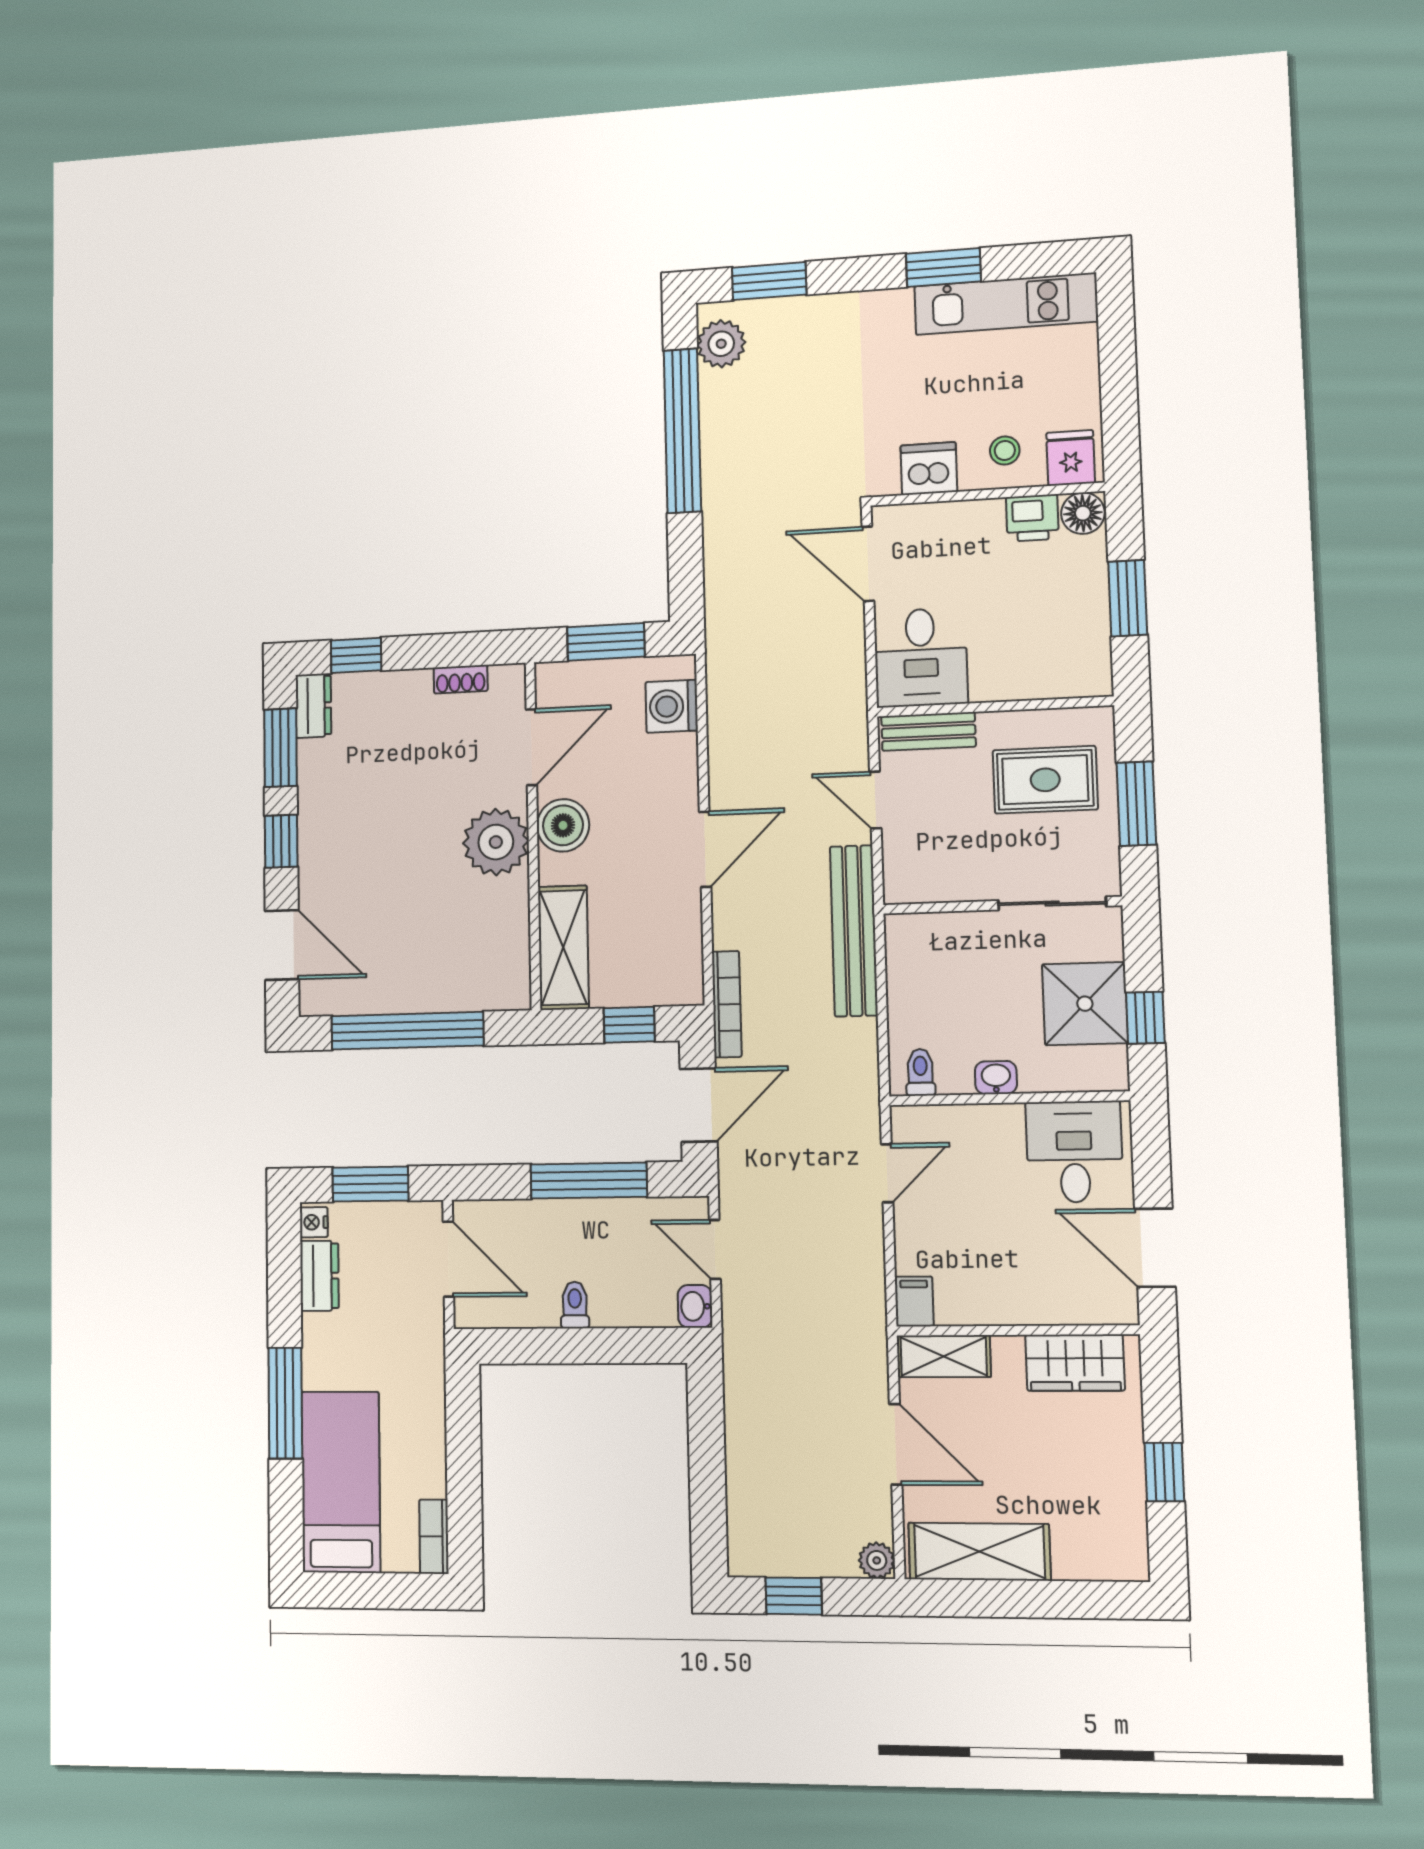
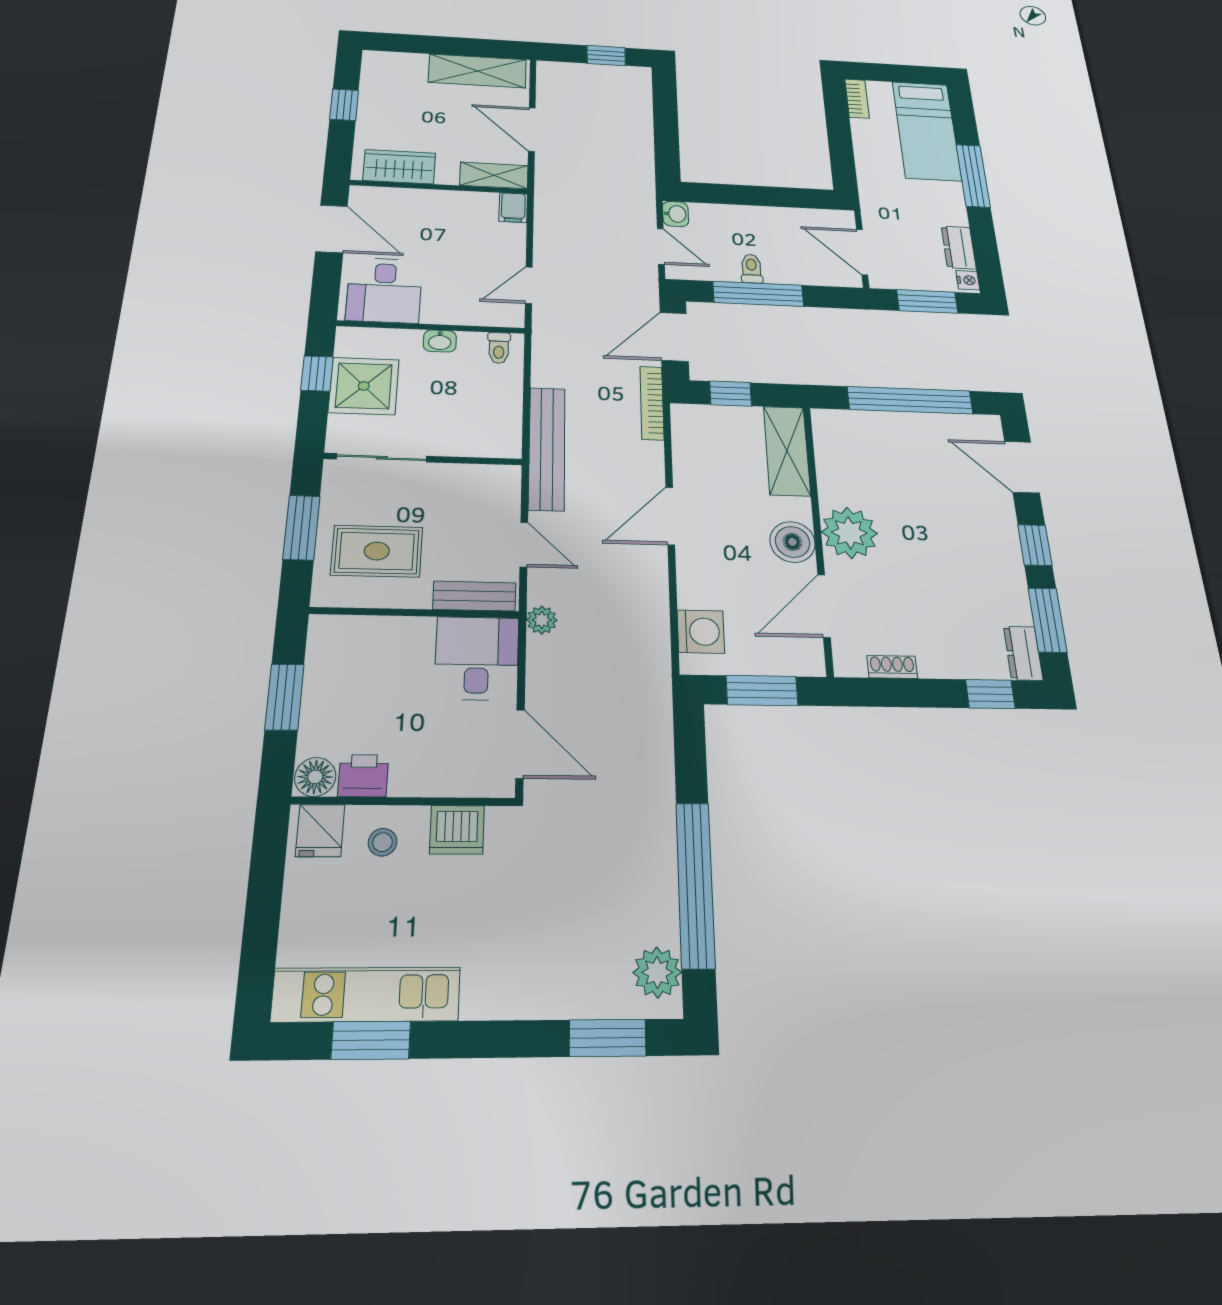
window: (943, 267) -> (371, 1040), moved
toilet: (575, 1305) -> (752, 269), moved, turned 180
plant: (877, 1560) -> (542, 620), moved

